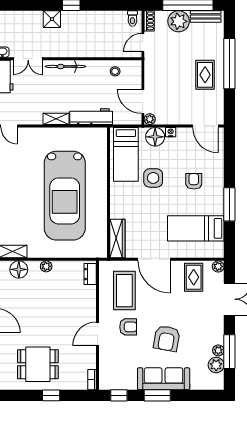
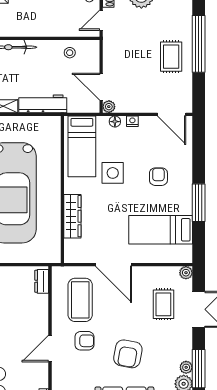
floor lamp: (155, 137) -> (115, 122), width x0.53, depth x0.53
wardrobe: (117, 239) -> (72, 216), moved
rug: (194, 277) -> (163, 304), moved

